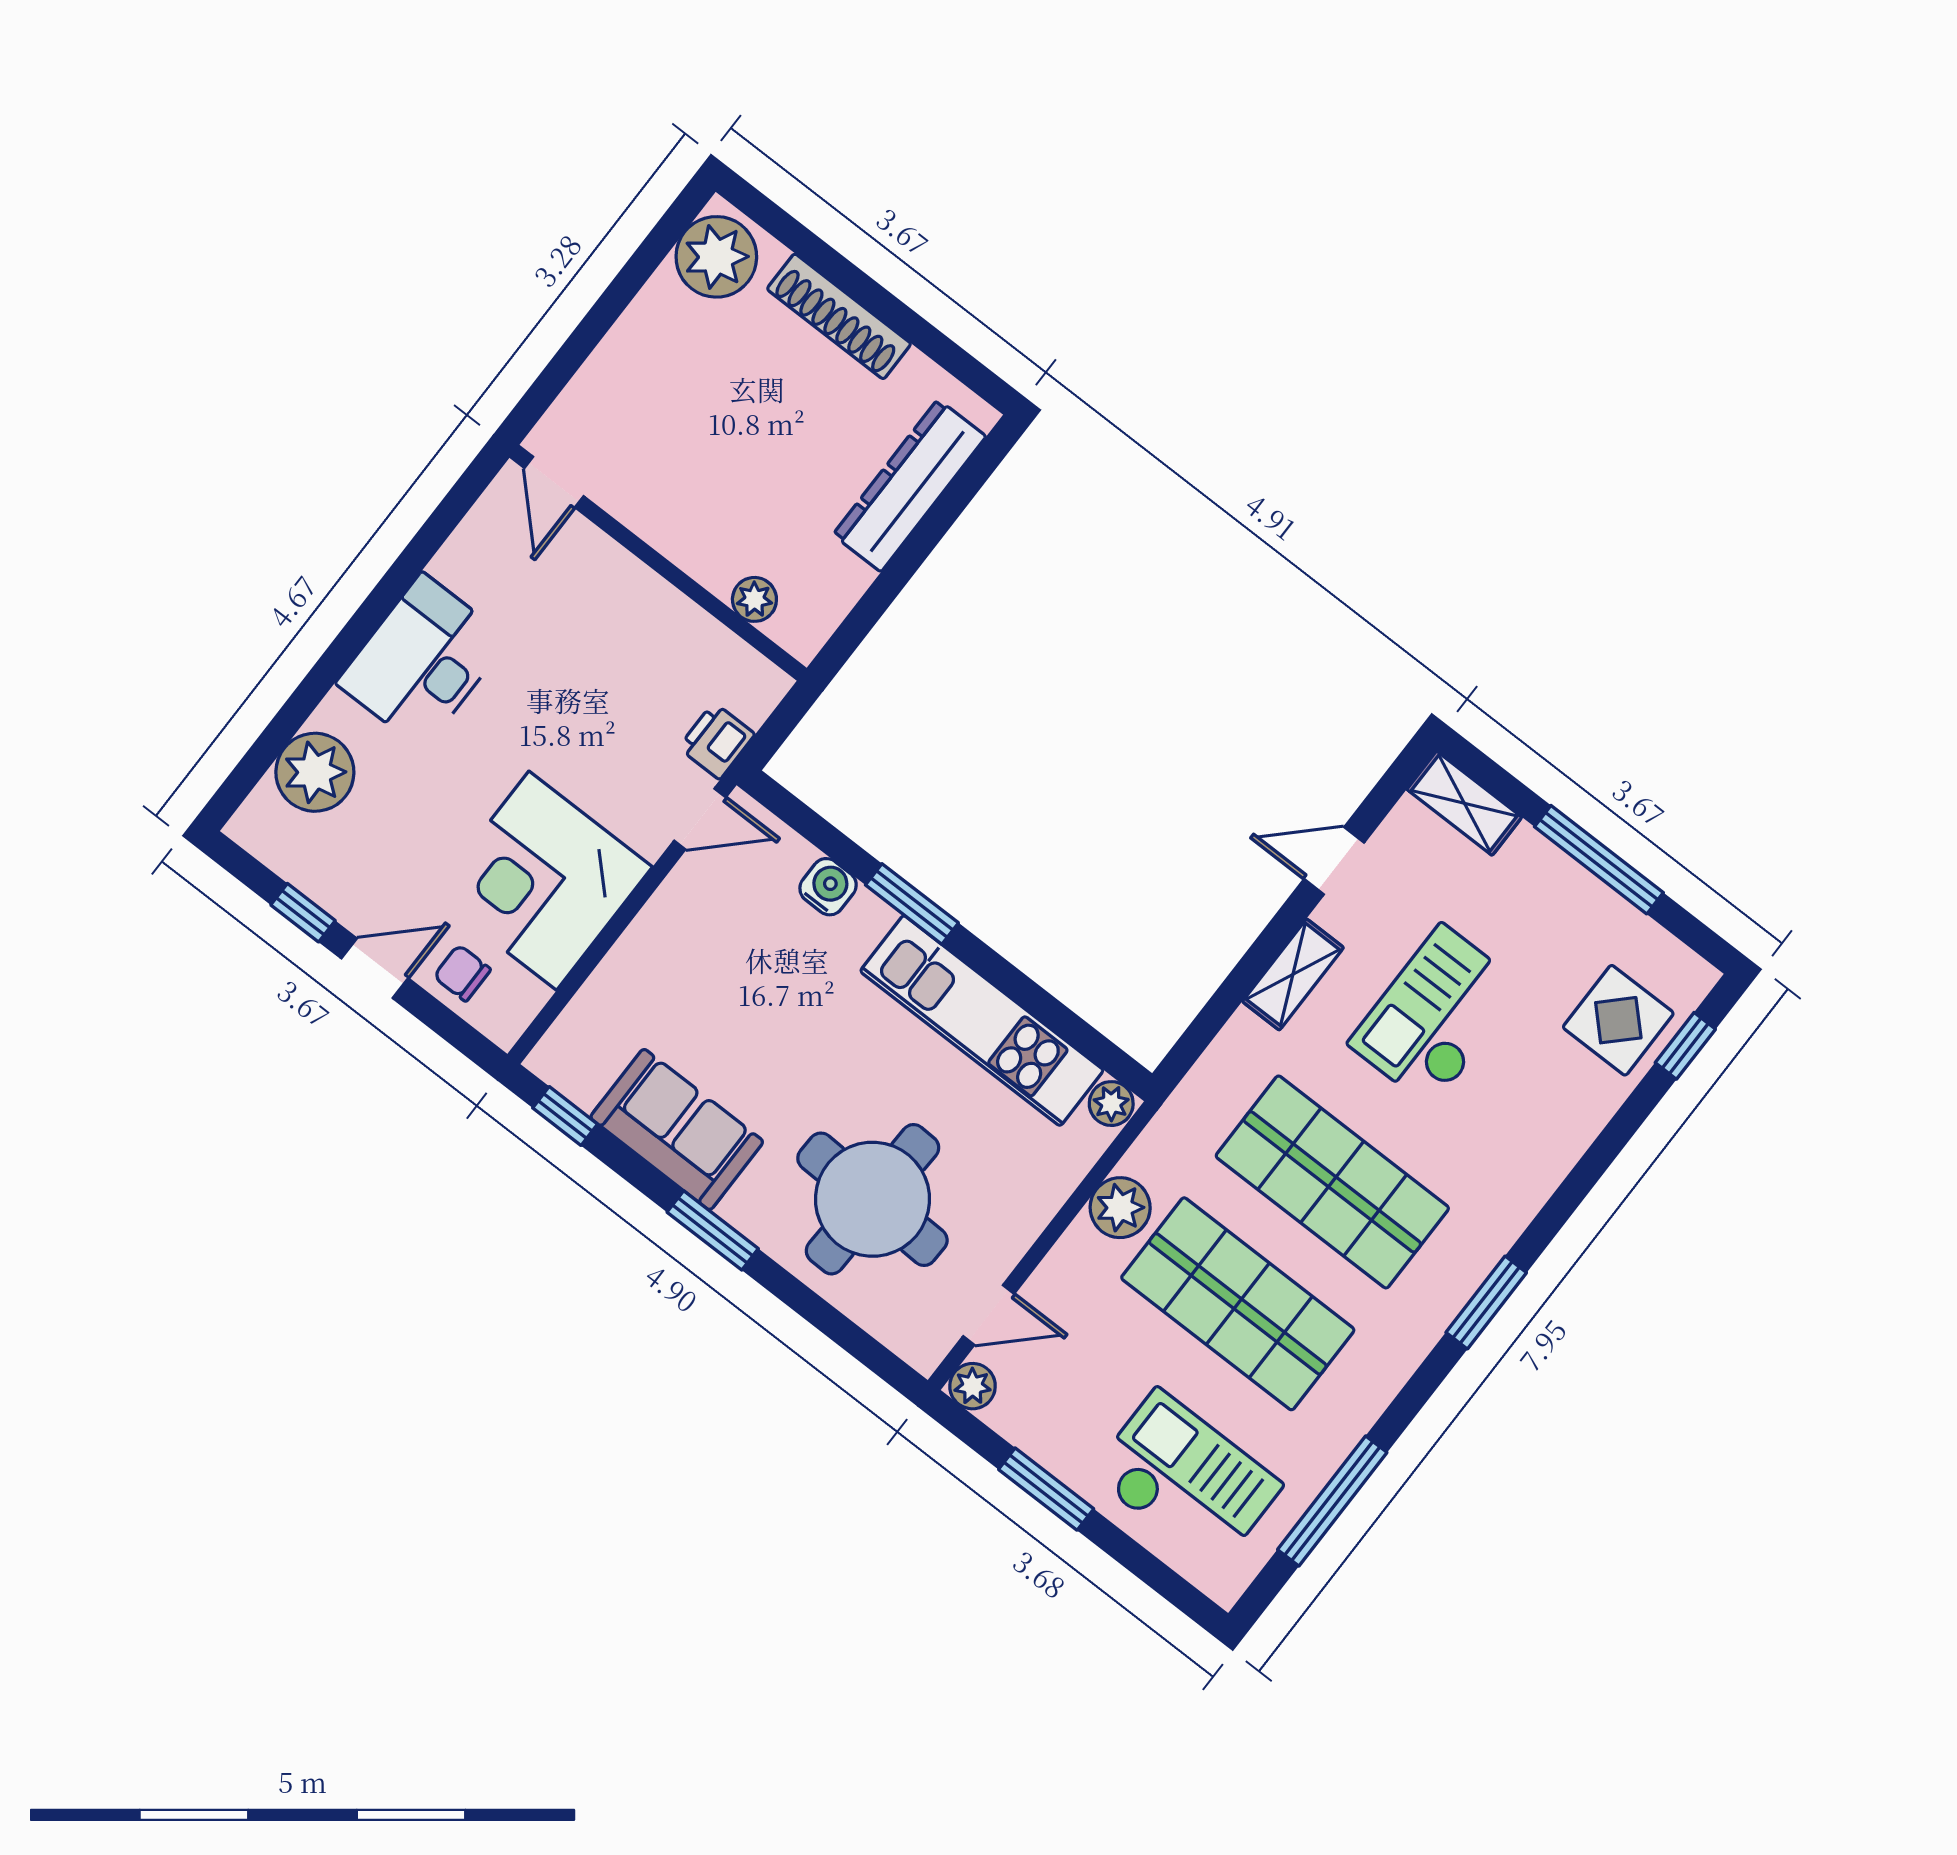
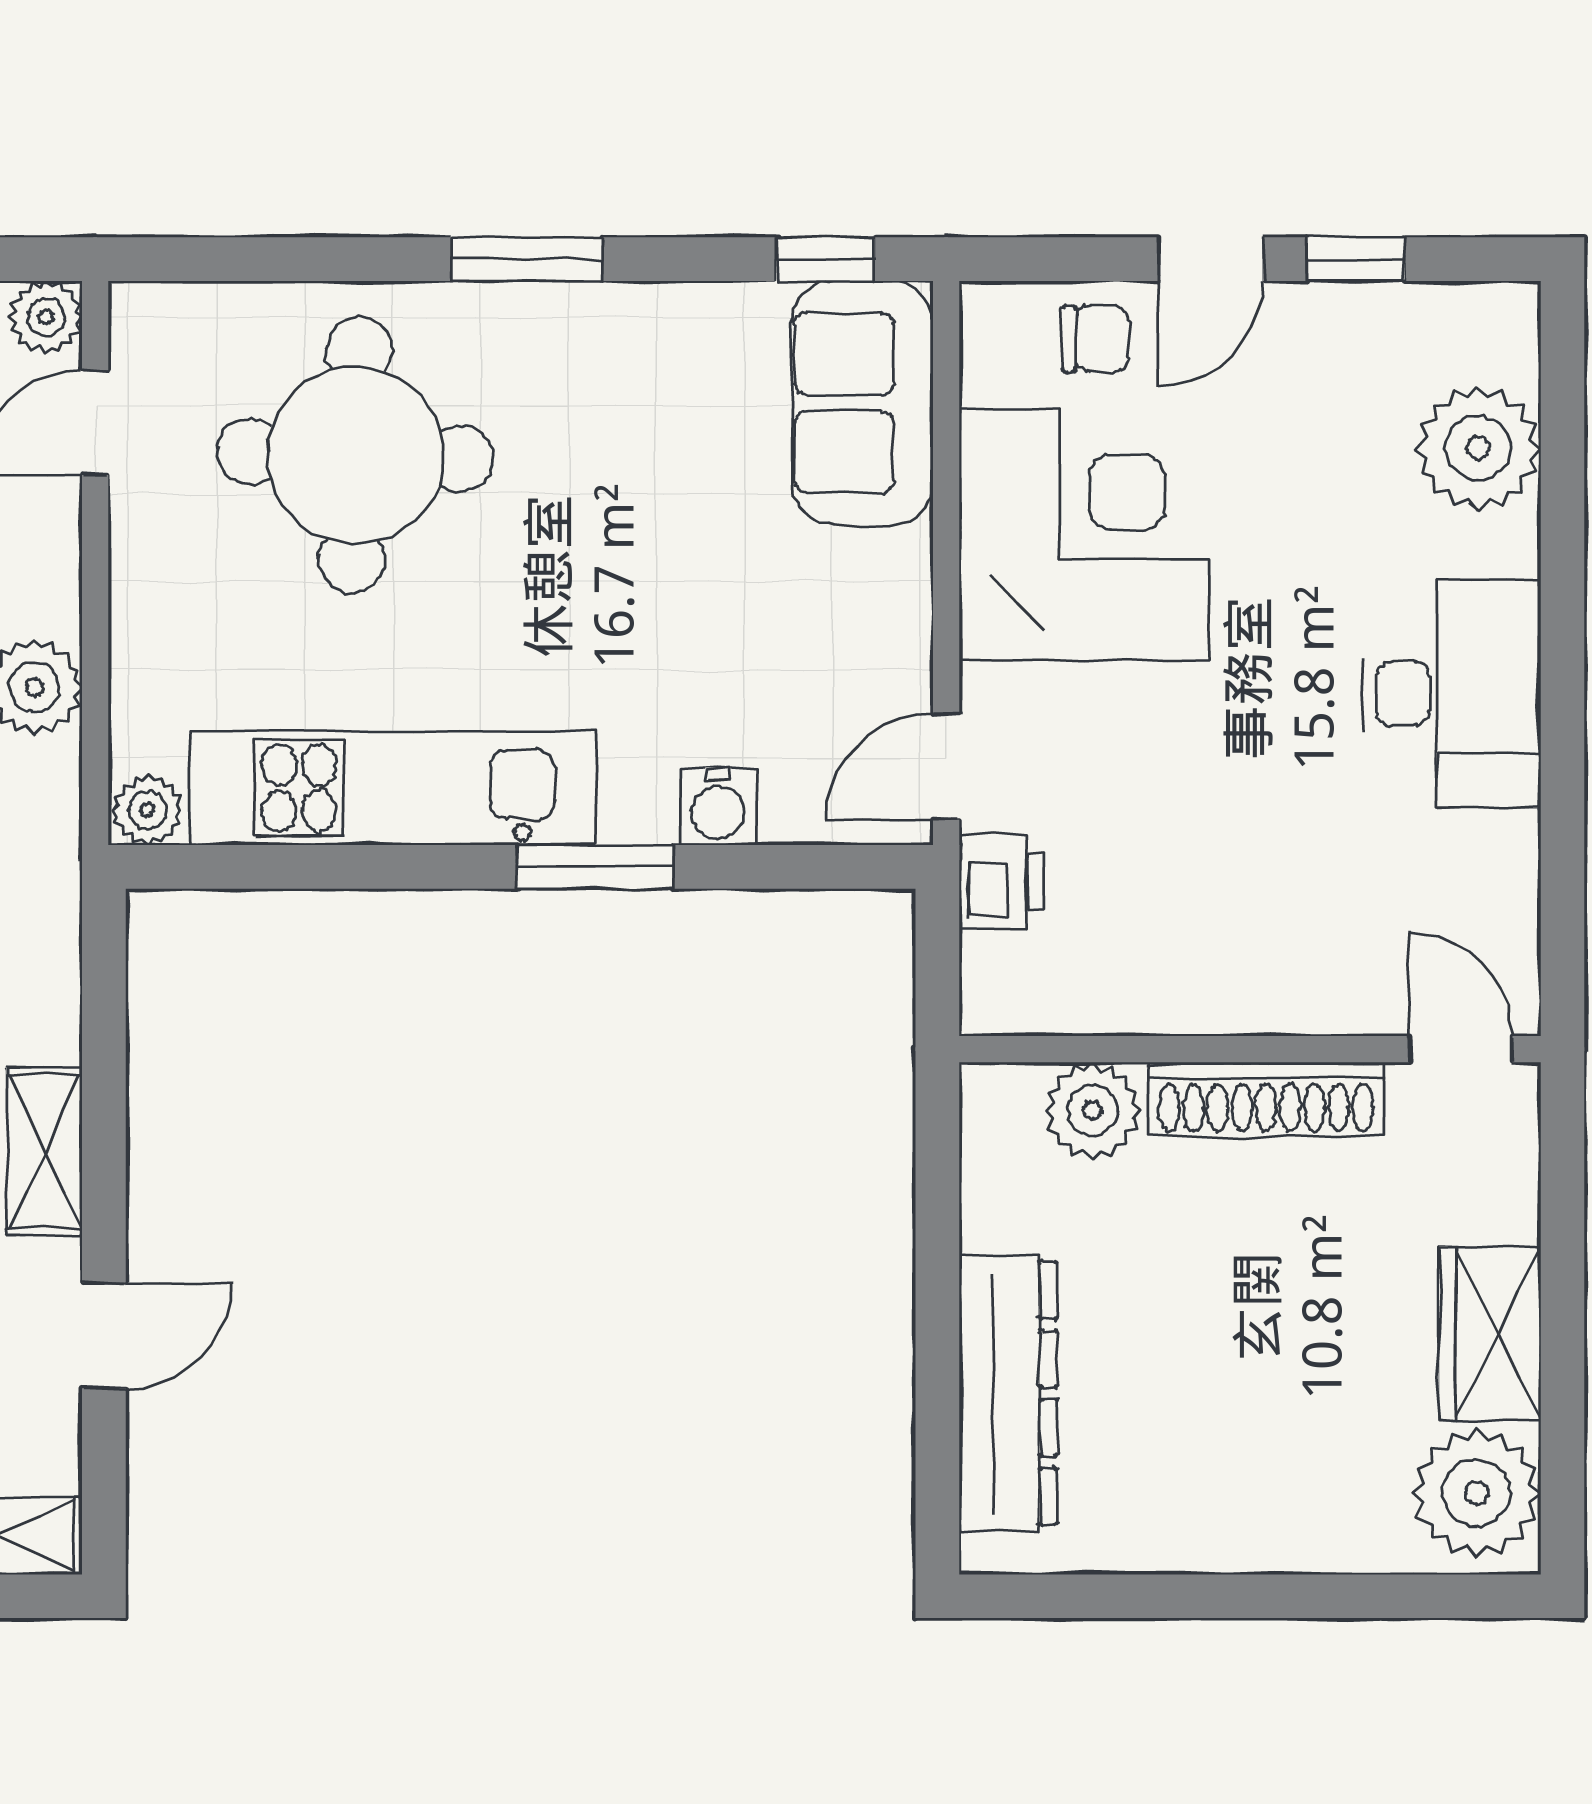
shoe rack: (839, 316) -> (1266, 1099), moved, turned 180
wardrobe: (649, 330) -> (1490, 1334), added
plant: (754, 599) -> (1092, 1111), width x1.38, depth x1.38
sofa: (677, 1129) -> (862, 403), moved, turned 90

